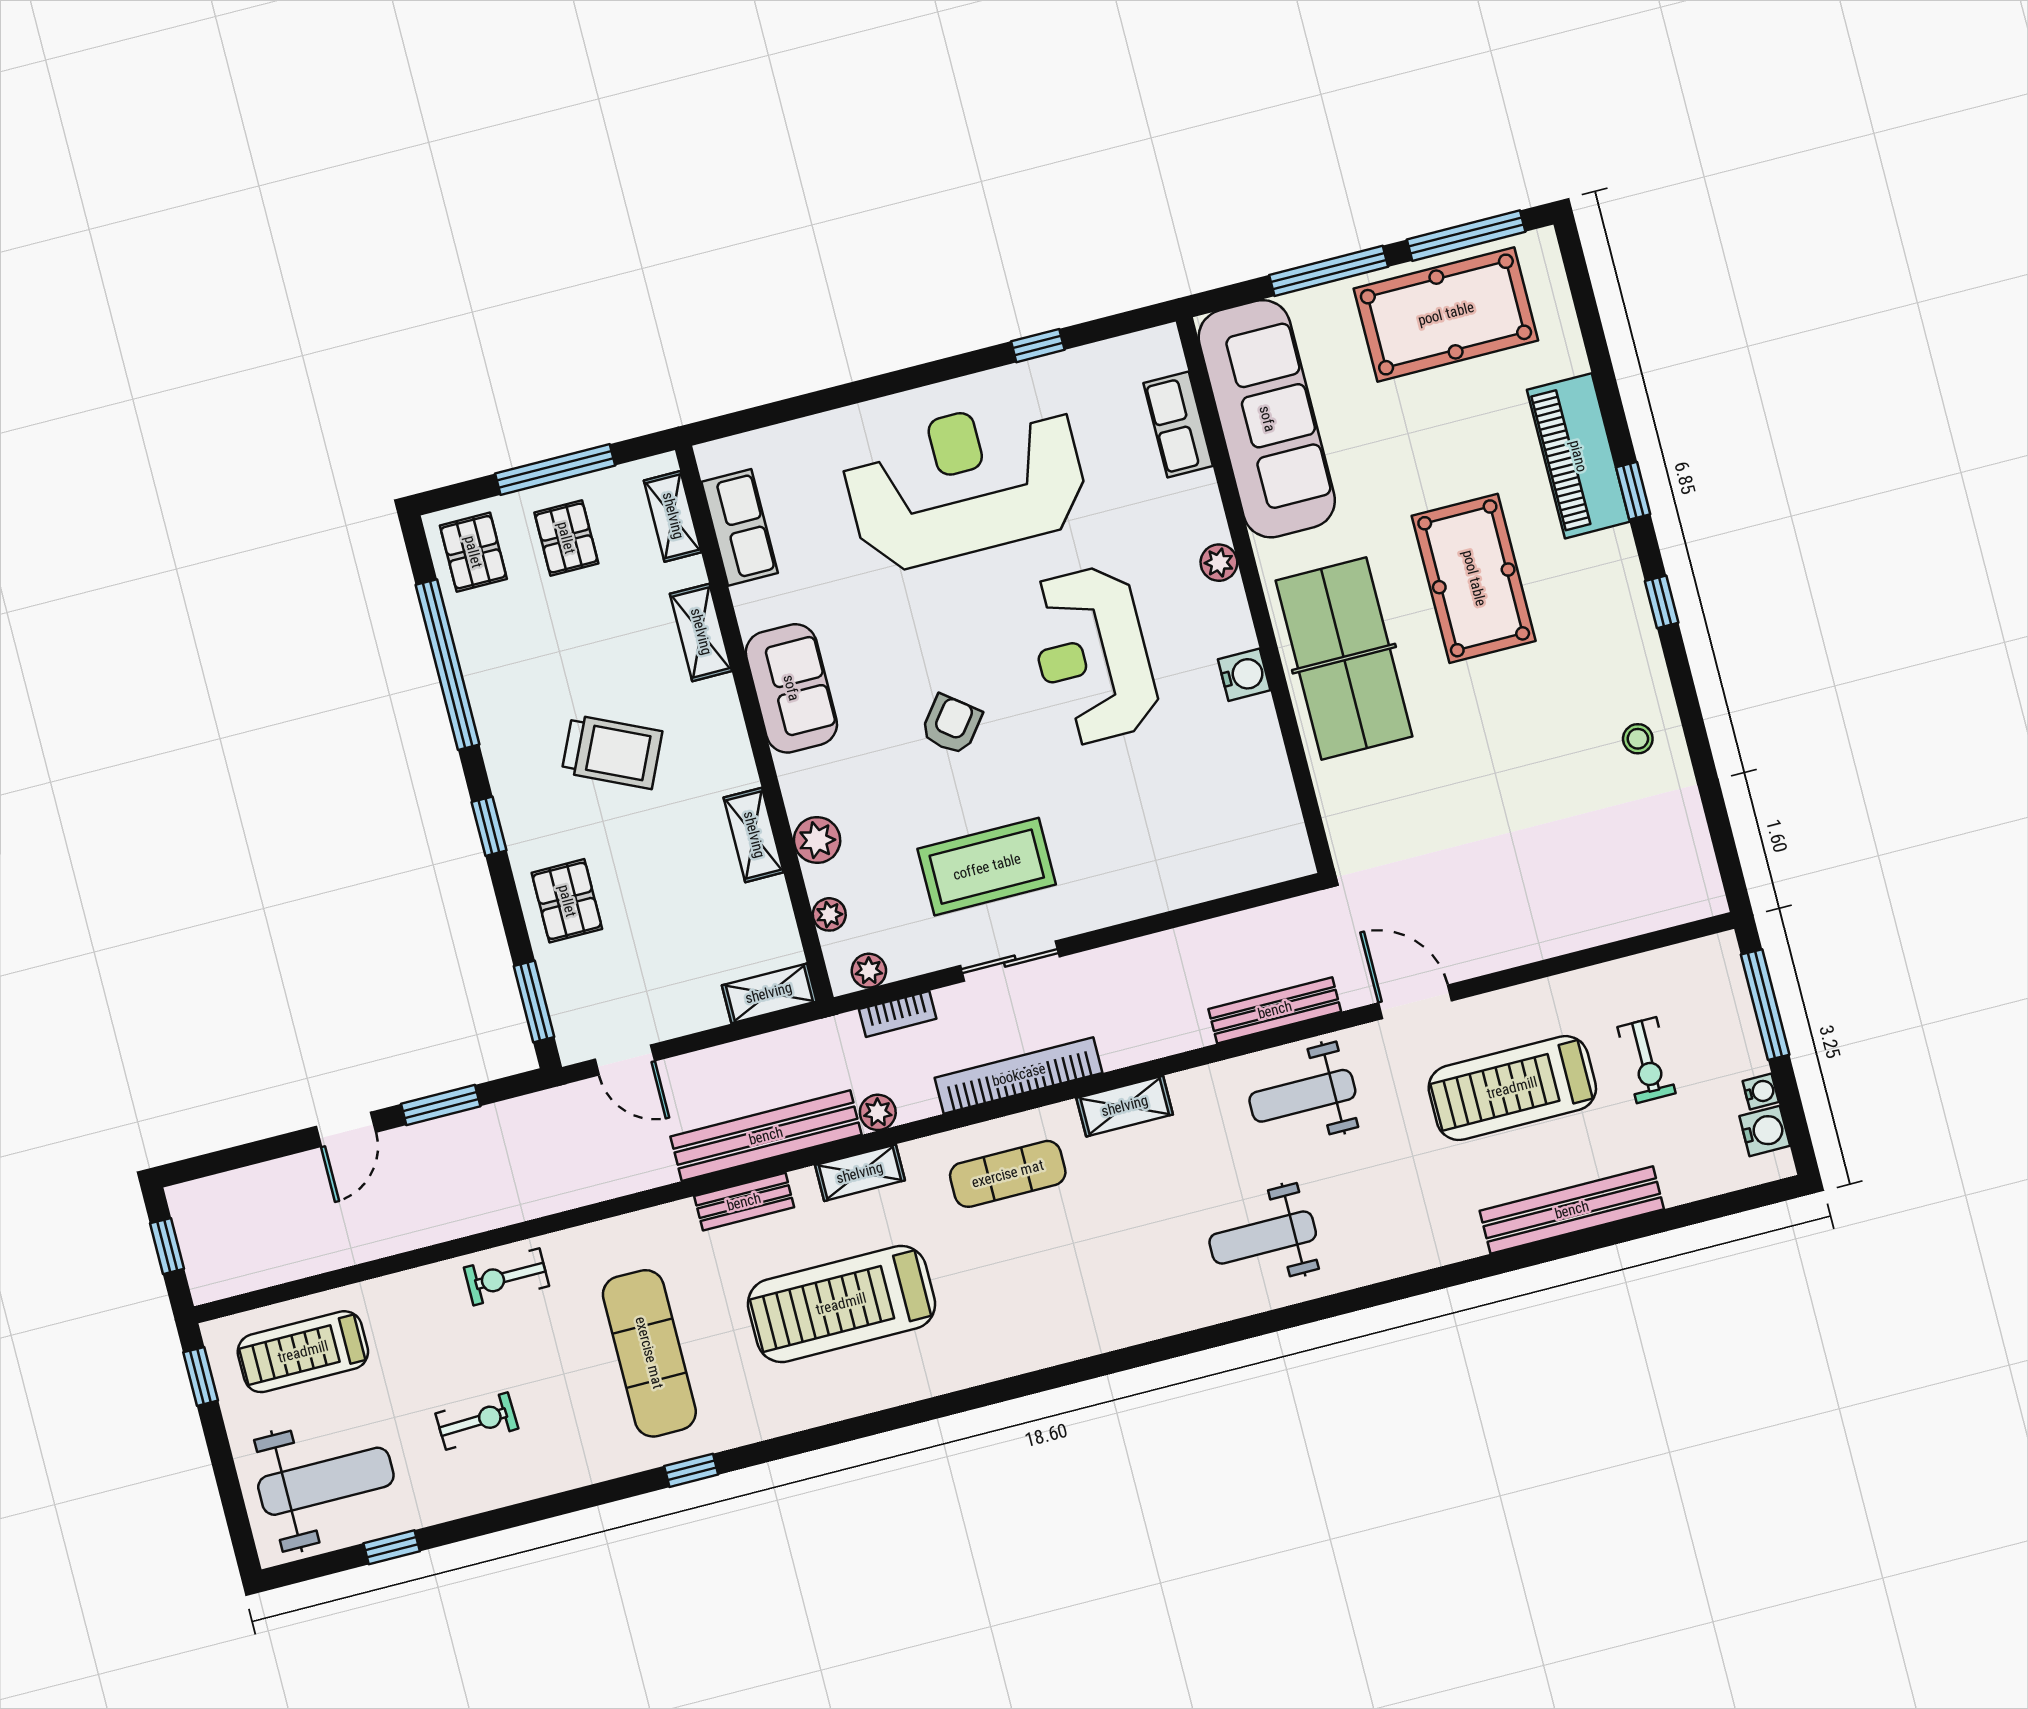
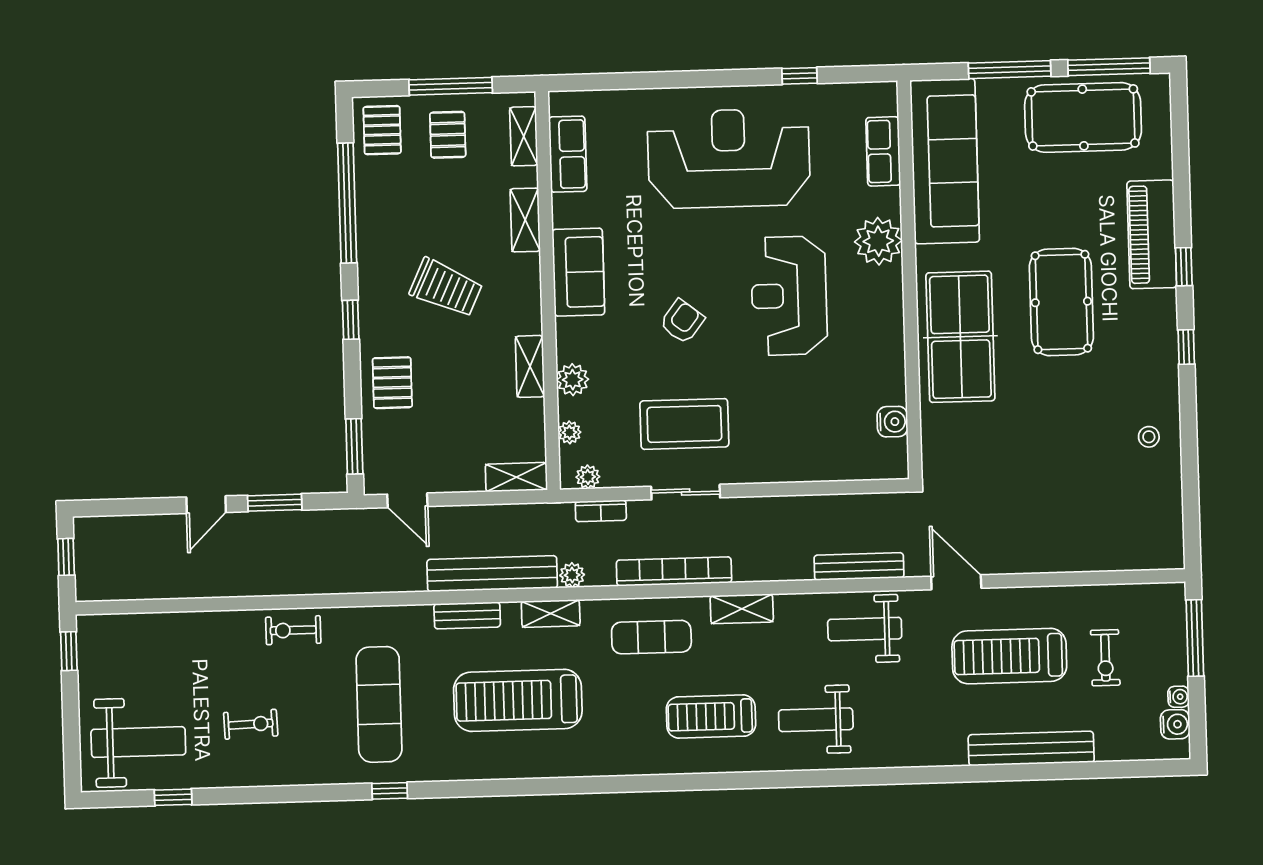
plant: (1219, 563) -> (878, 241), width x1.88, depth x1.88
water cooler: (1244, 675) -> (892, 422), moved
treadmill: (303, 1352) -> (711, 717), moved

